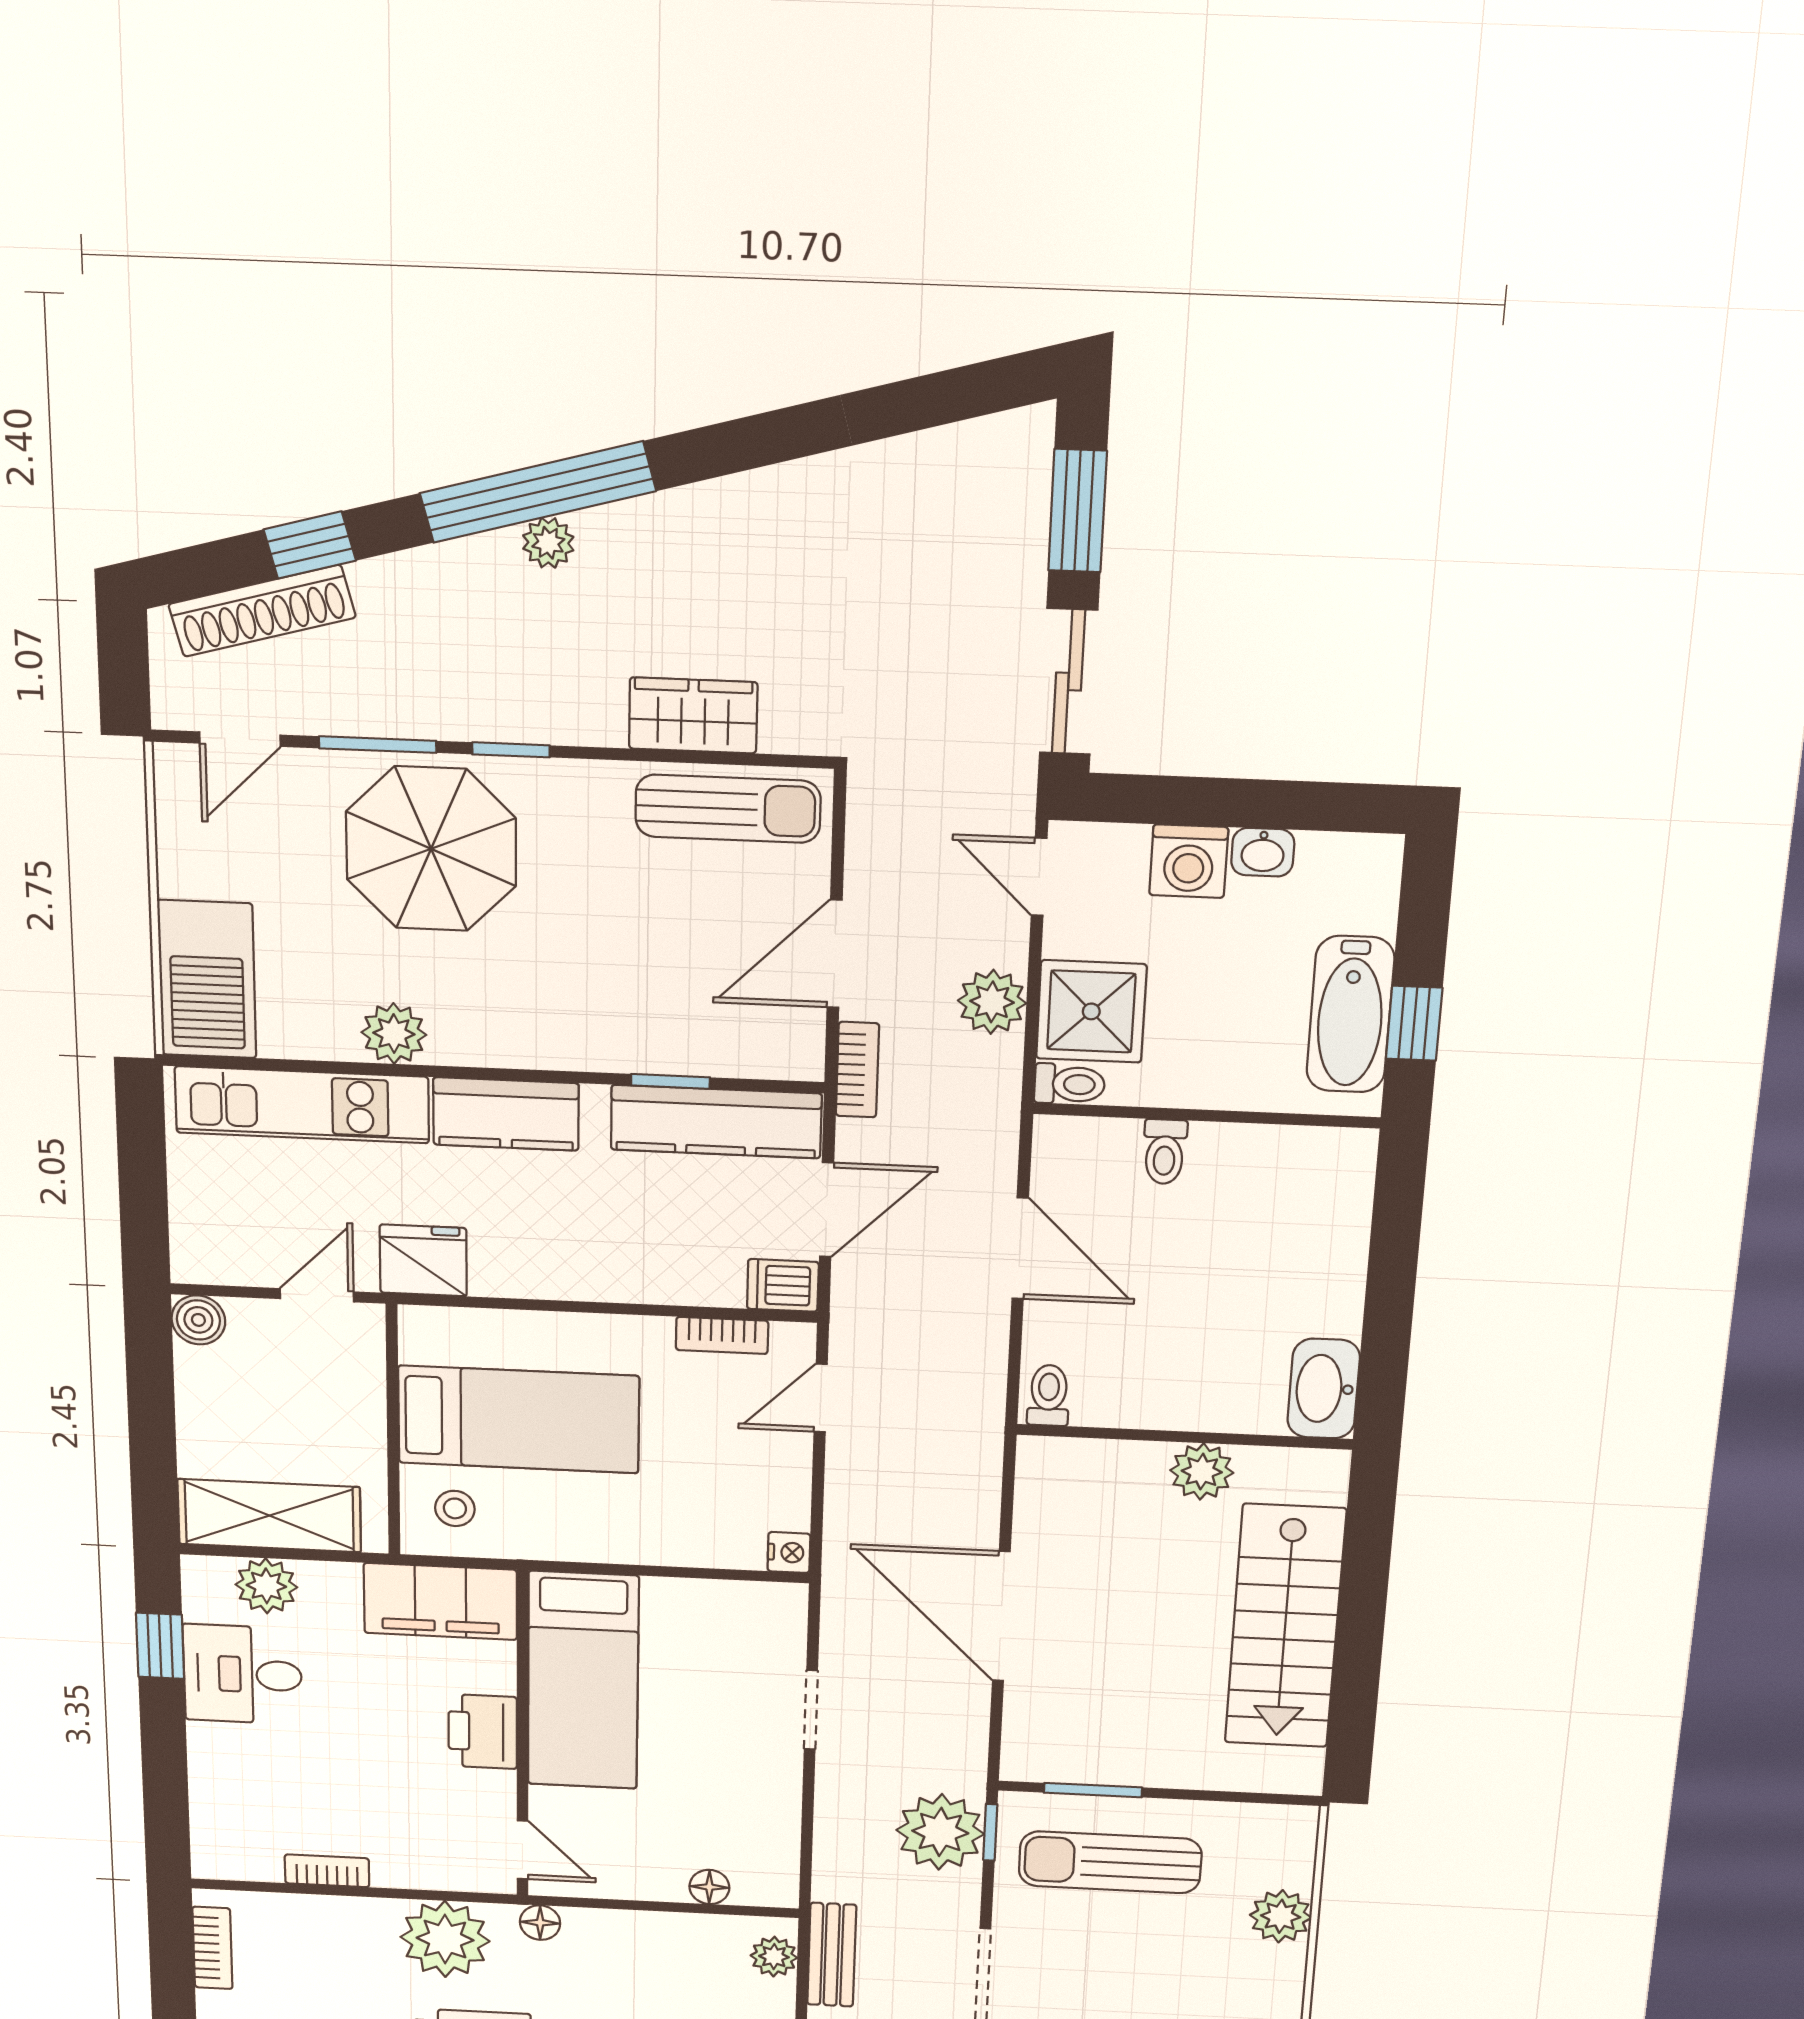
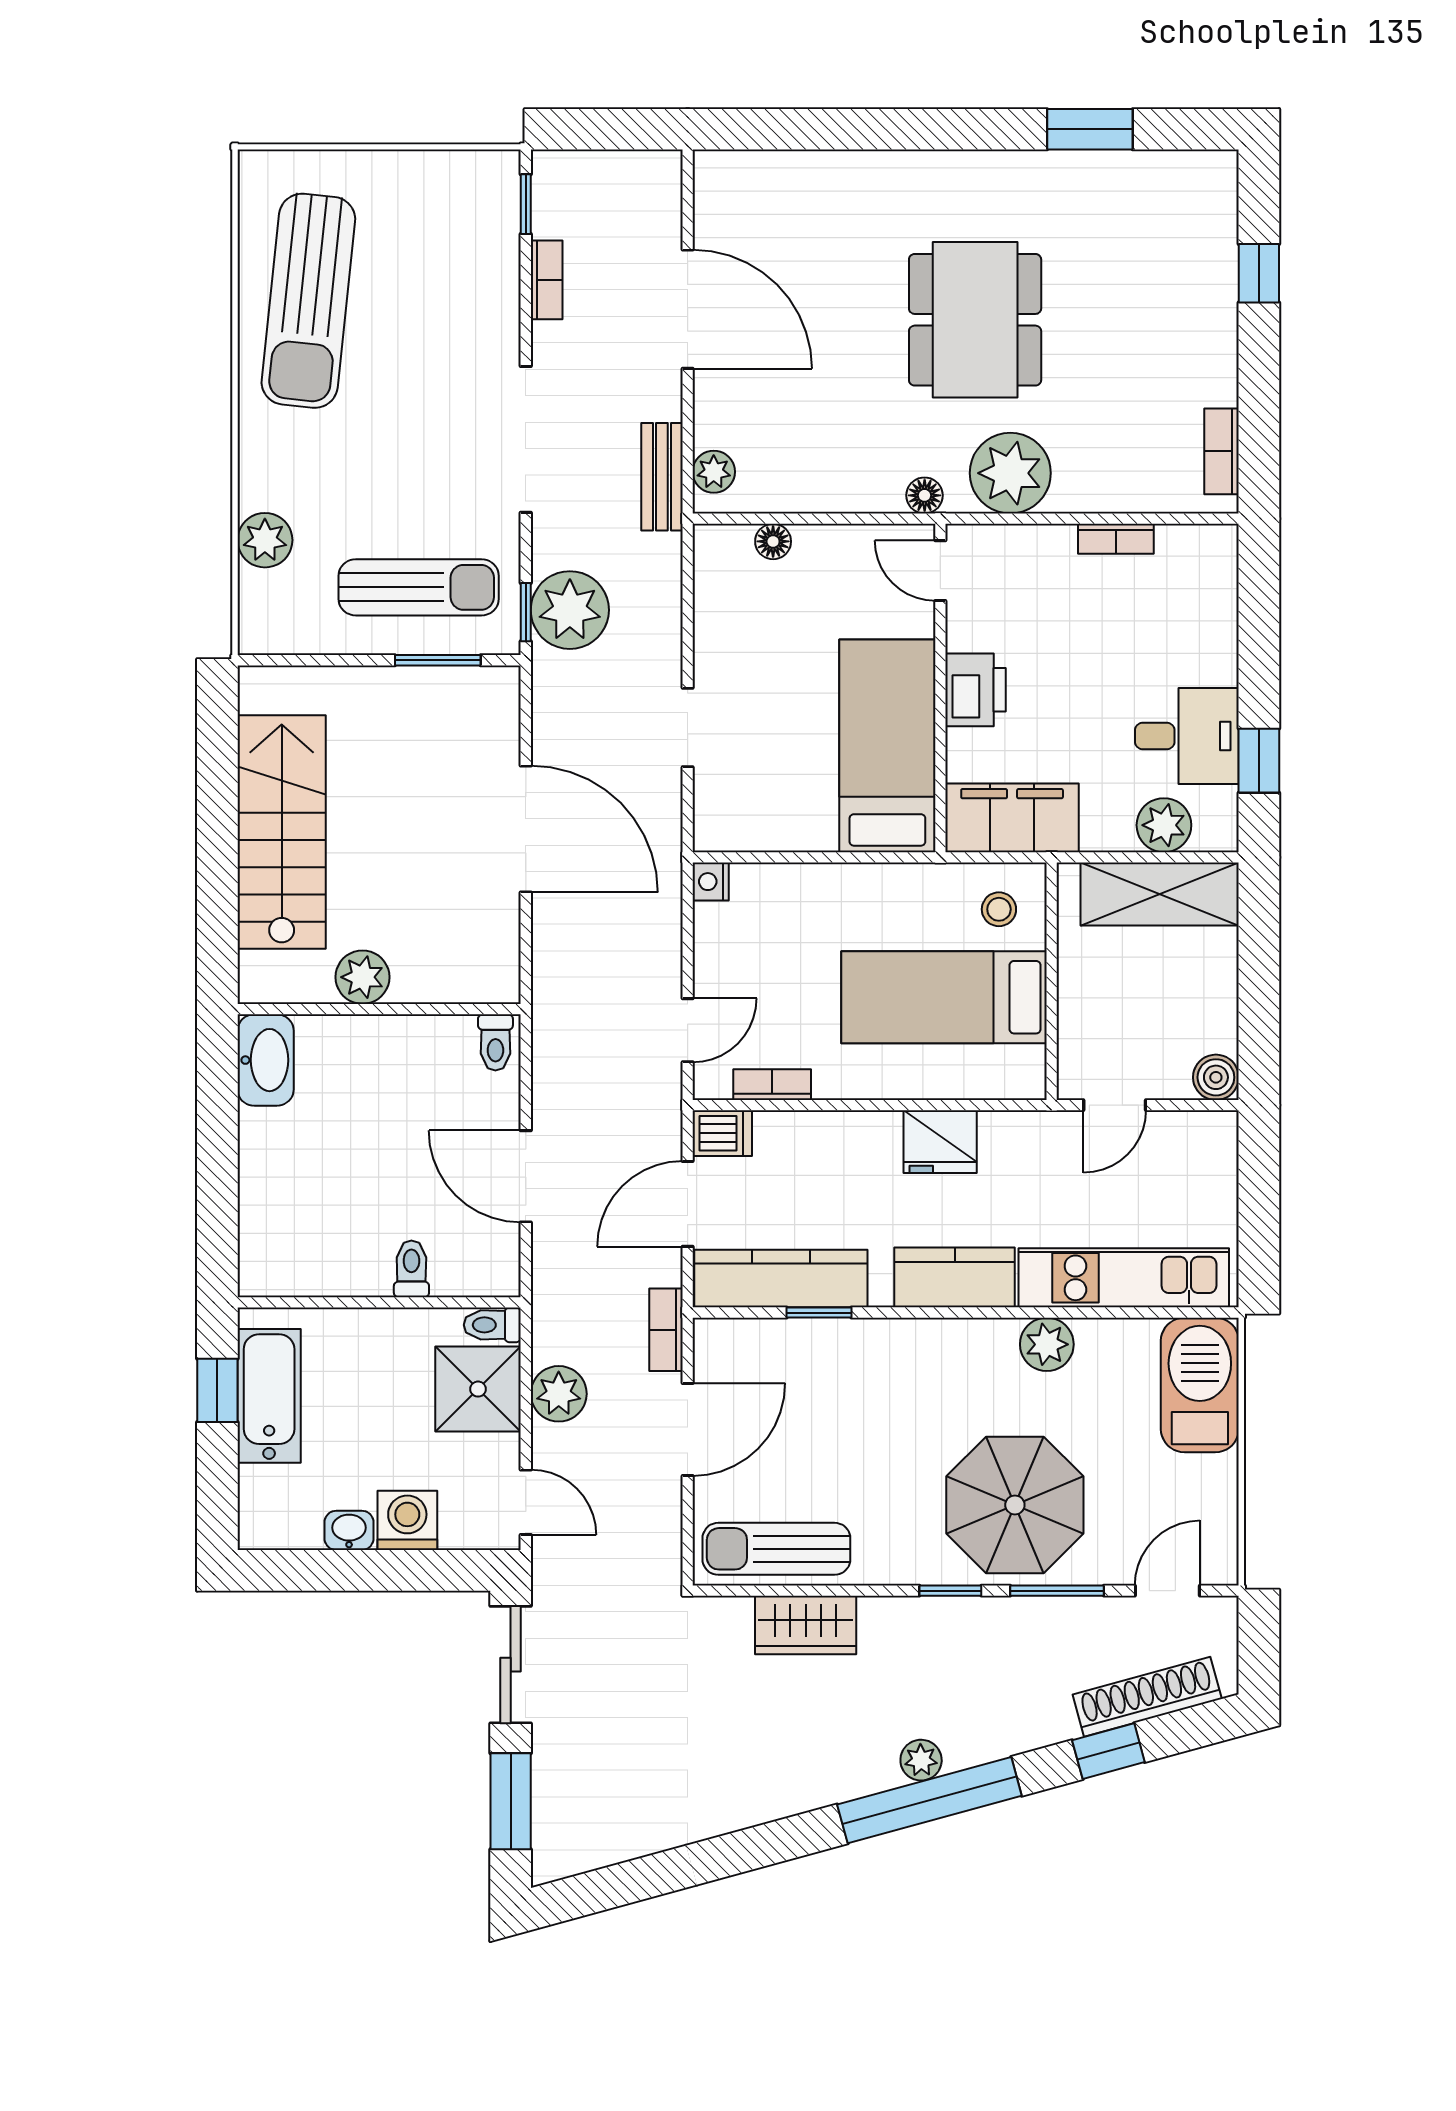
fridge: (423, 1260) -> (940, 1142), moved

